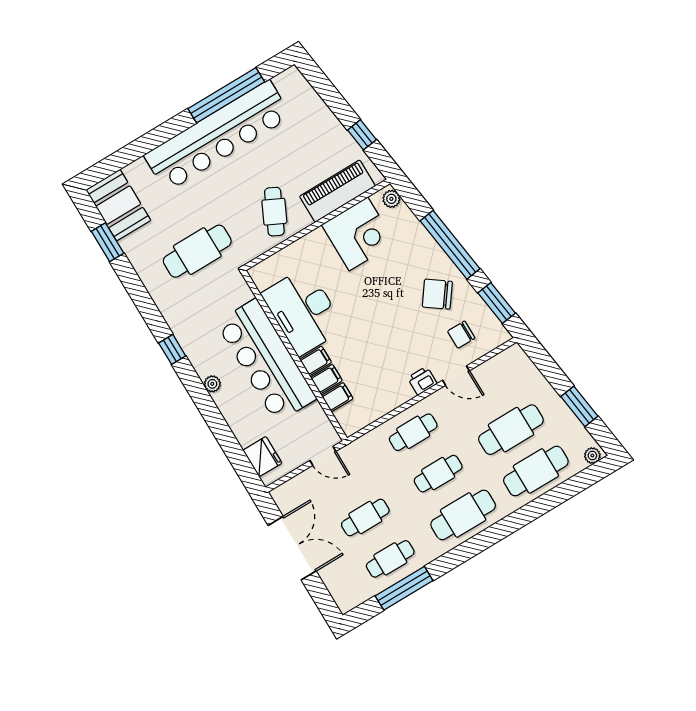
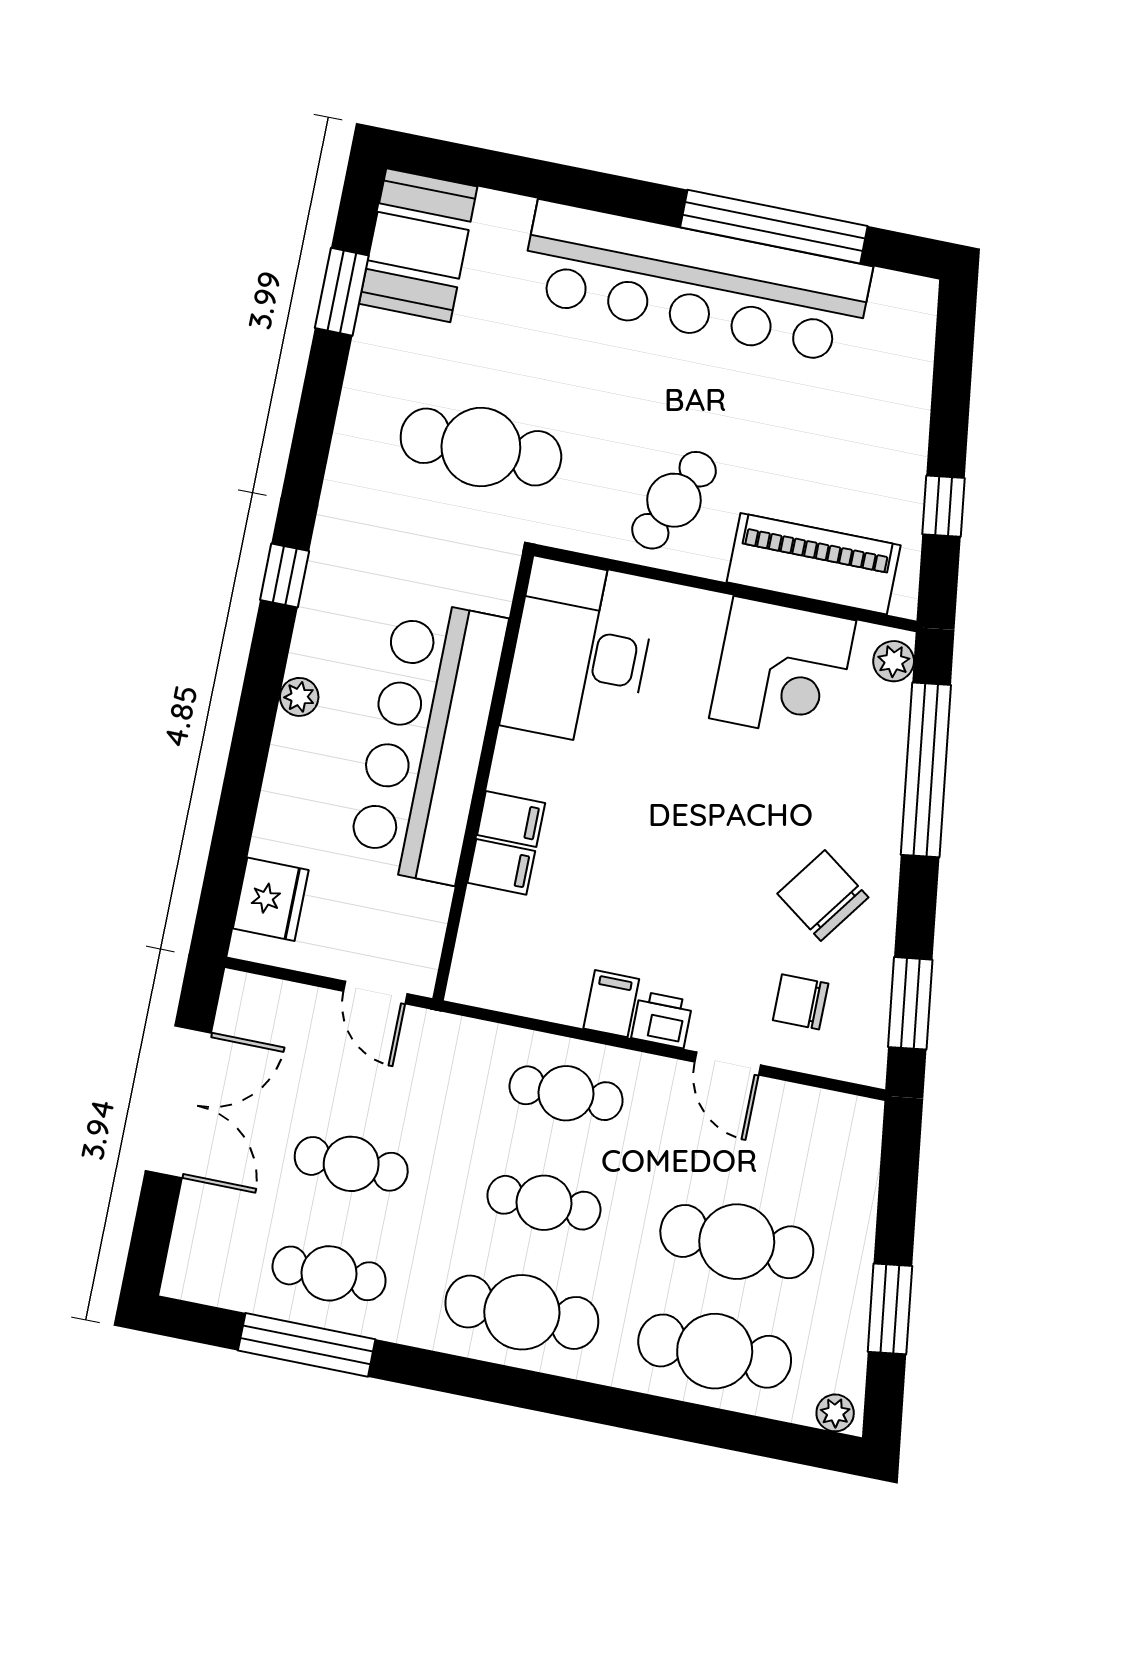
window: (450, 245) -> (926, 770), moved
desk: (303, 311) -> (580, 653), moved
filing cabinet: (337, 397) -> (611, 1004), moved, turned -90

